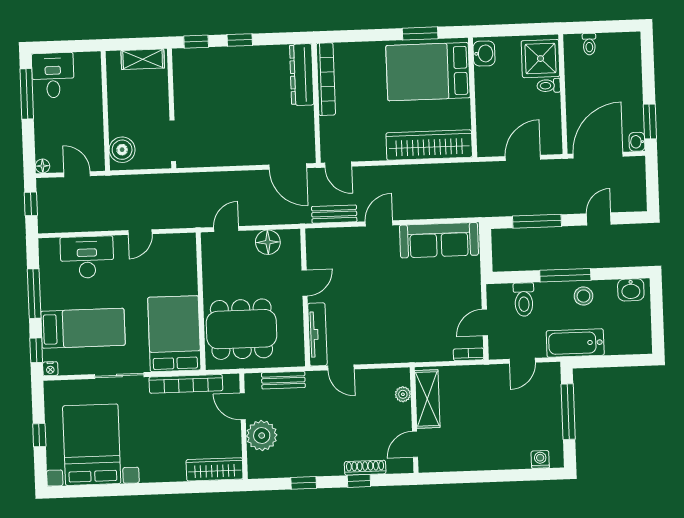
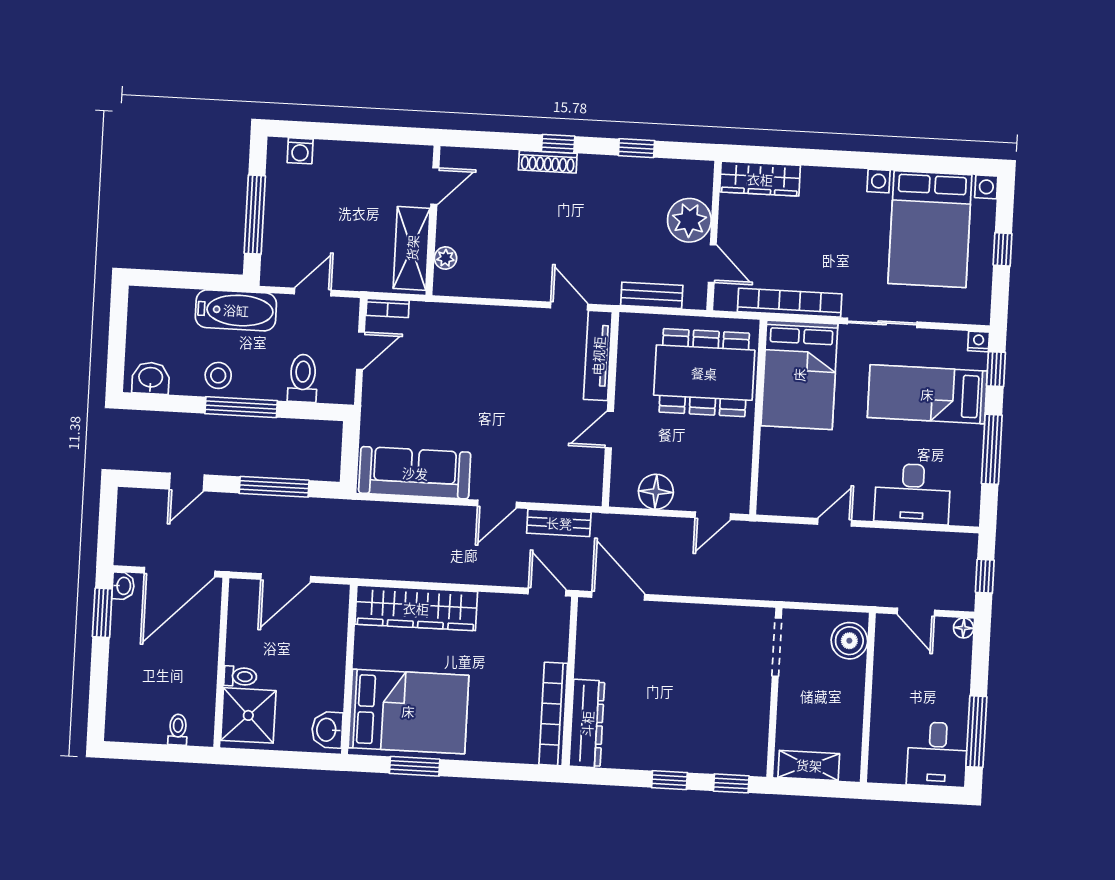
plant: (403, 394) -> (445, 258), moved
shelving: (427, 399) -> (412, 248), moved
wall: (414, 420) -> (433, 220), moved
door: (415, 444) -> (435, 186), moved

